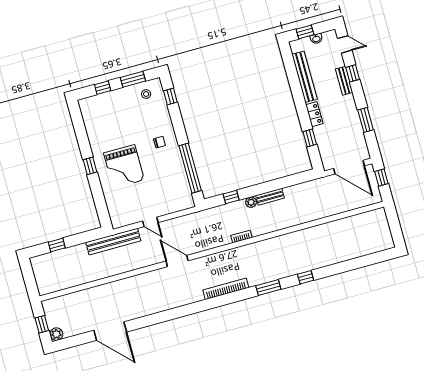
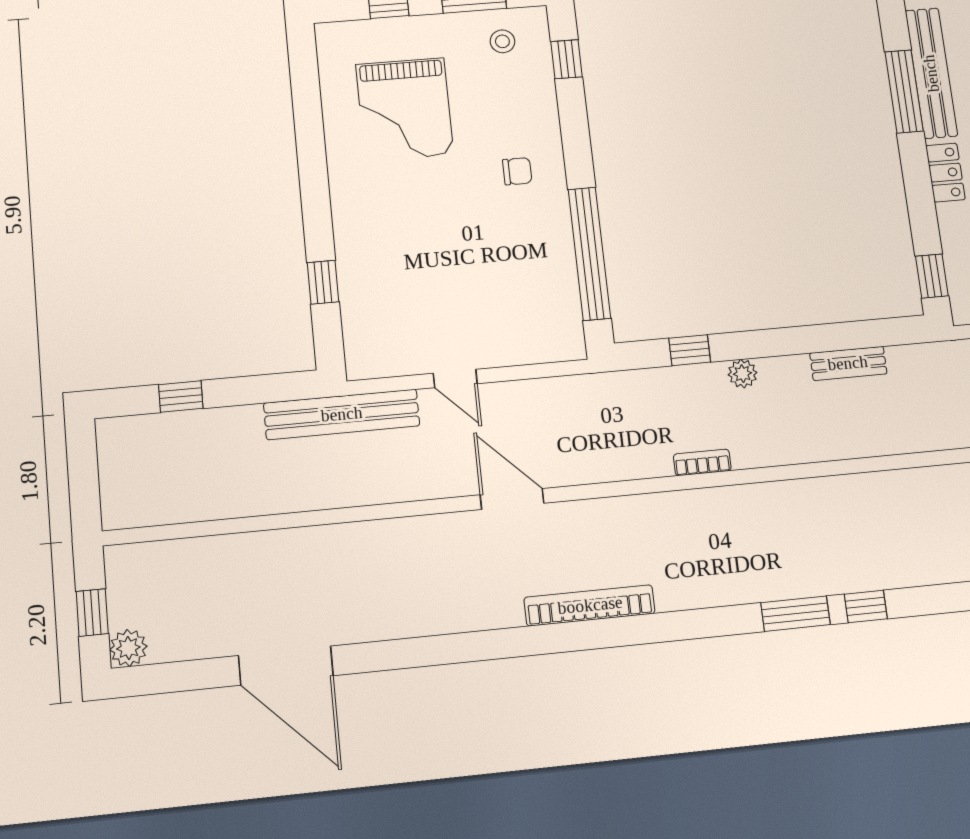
window: (295, 86) -> (904, 91), added
window: (310, 138) -> (932, 276), moved
window: (90, 166) -> (323, 282), moved
grand piano: (124, 166) -> (405, 109), moved
bench: (270, 197) -> (848, 363), moved
window: (268, 288) -> (795, 614), moved
bookcase: (226, 289) -> (590, 605), moved

